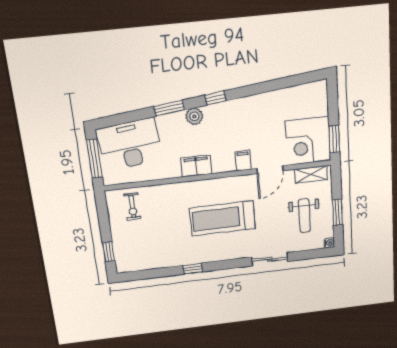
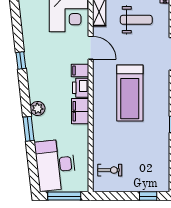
window: (215, 98) -> (21, 60), moved
printer: (223, 163) -> (81, 88), added

